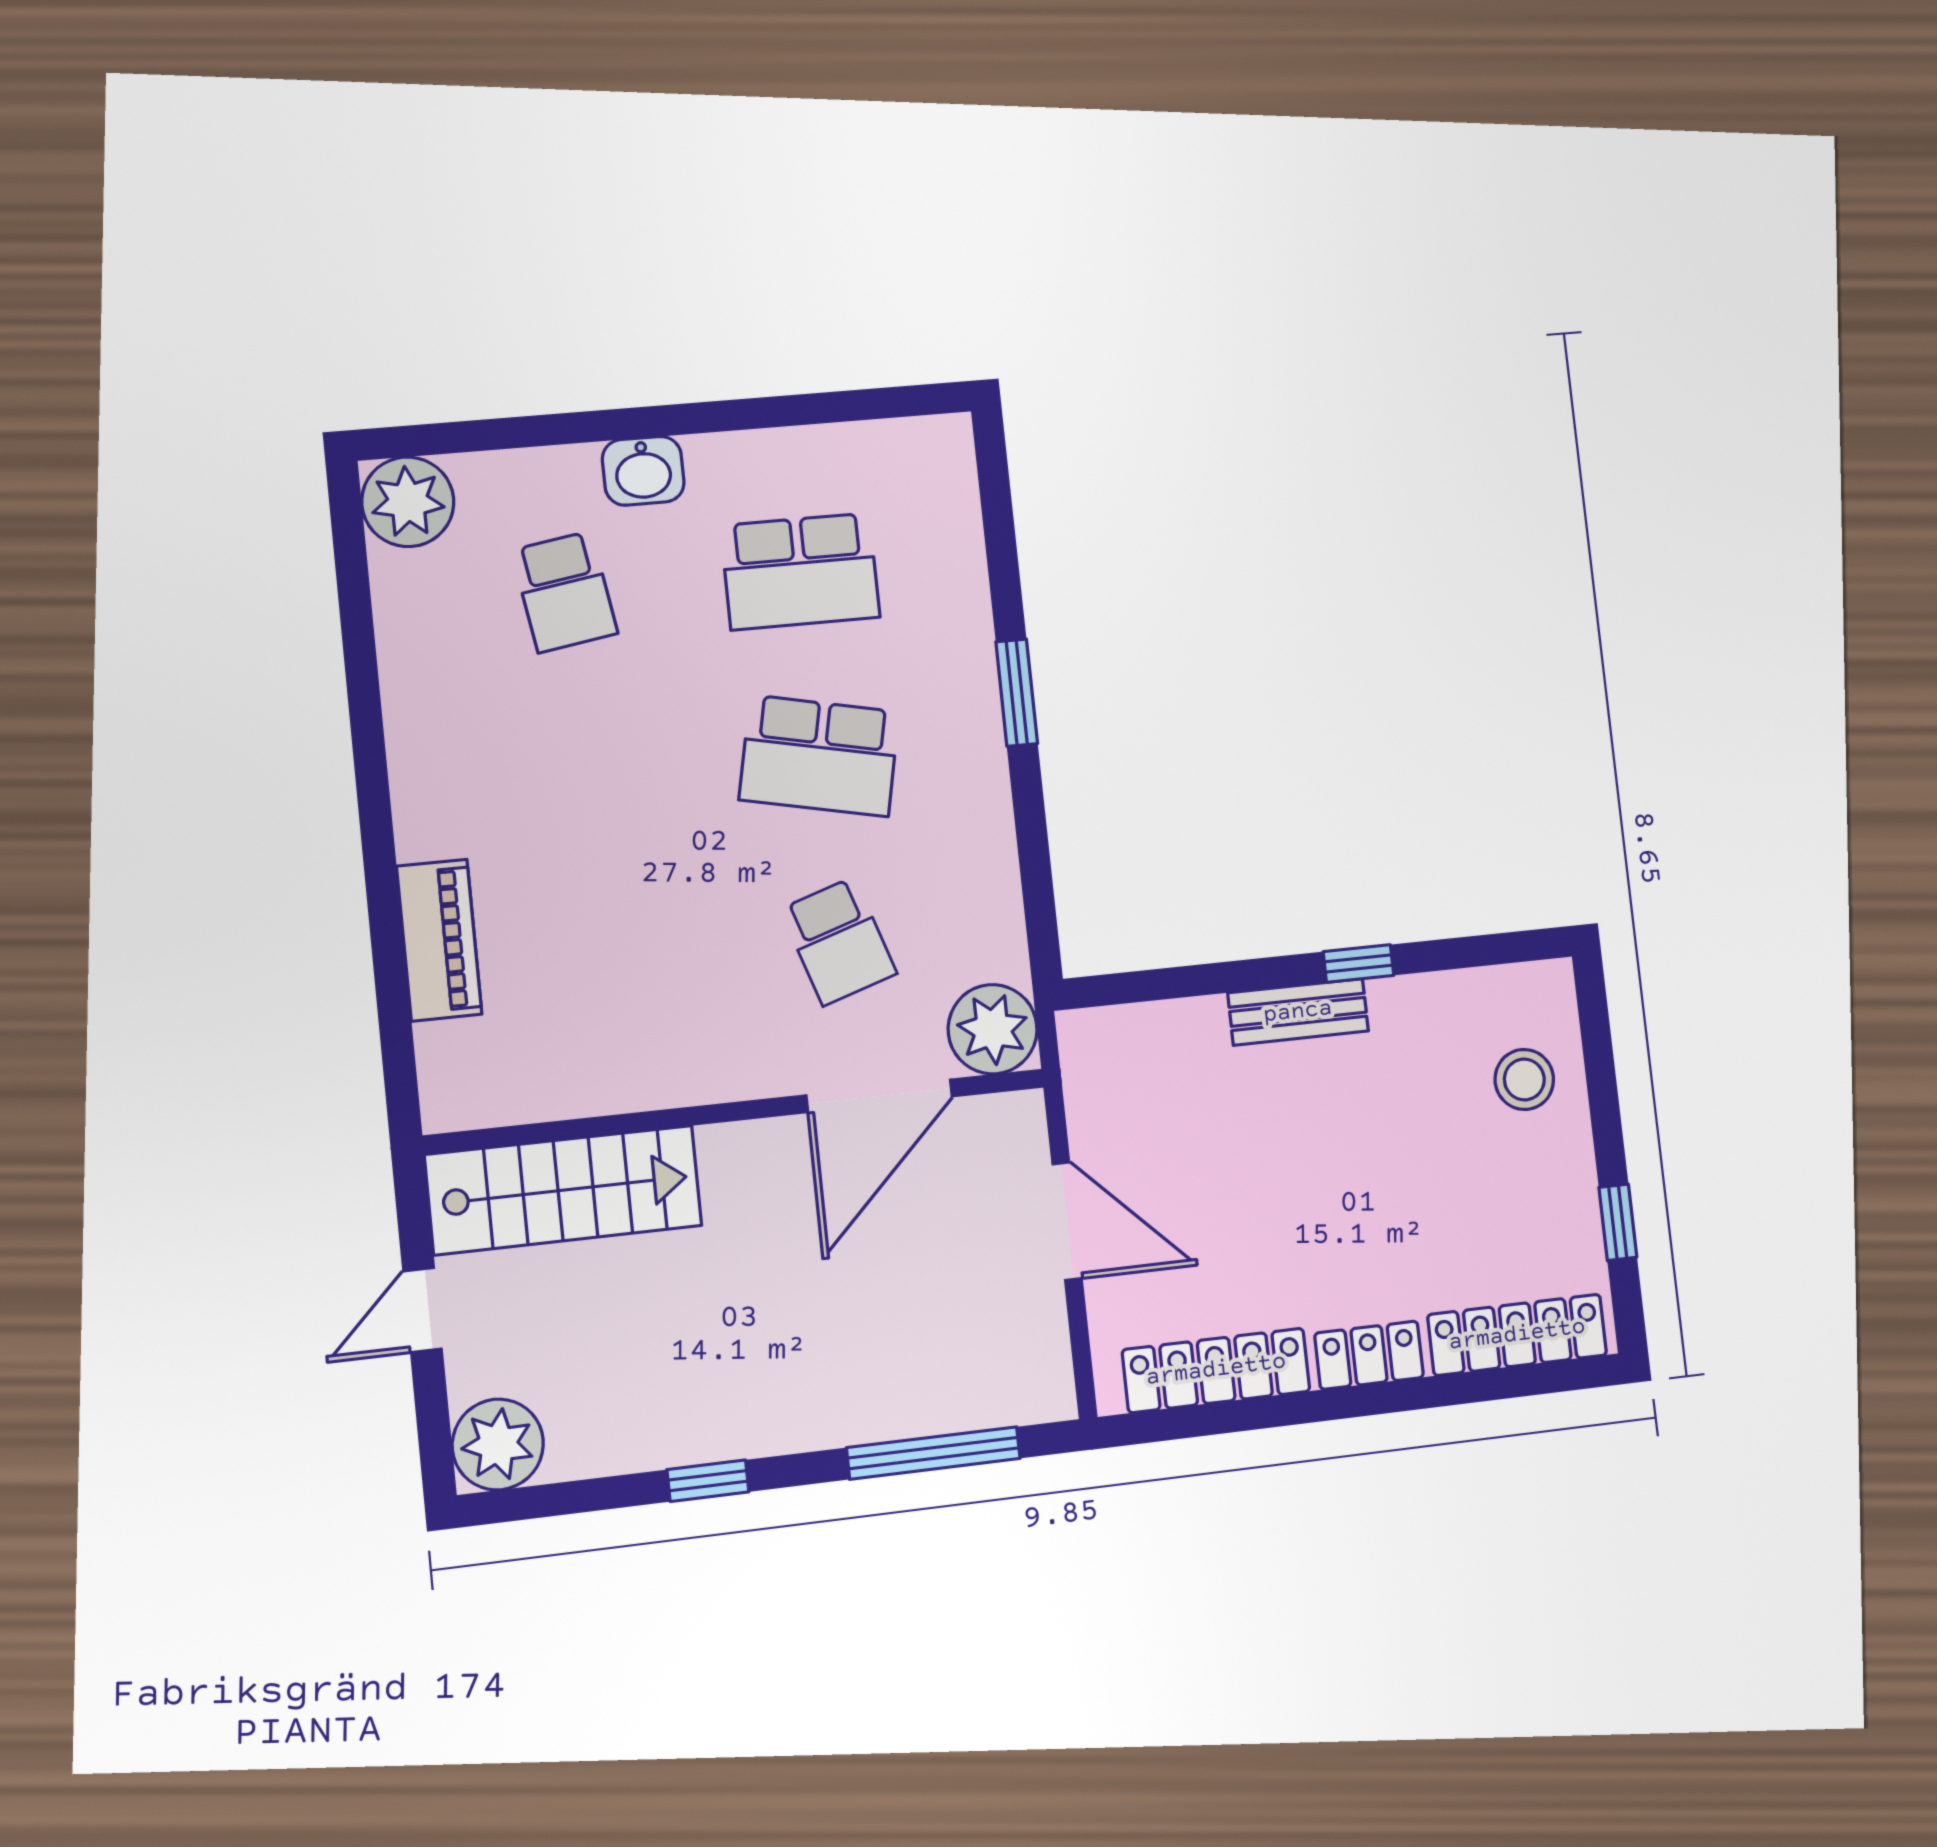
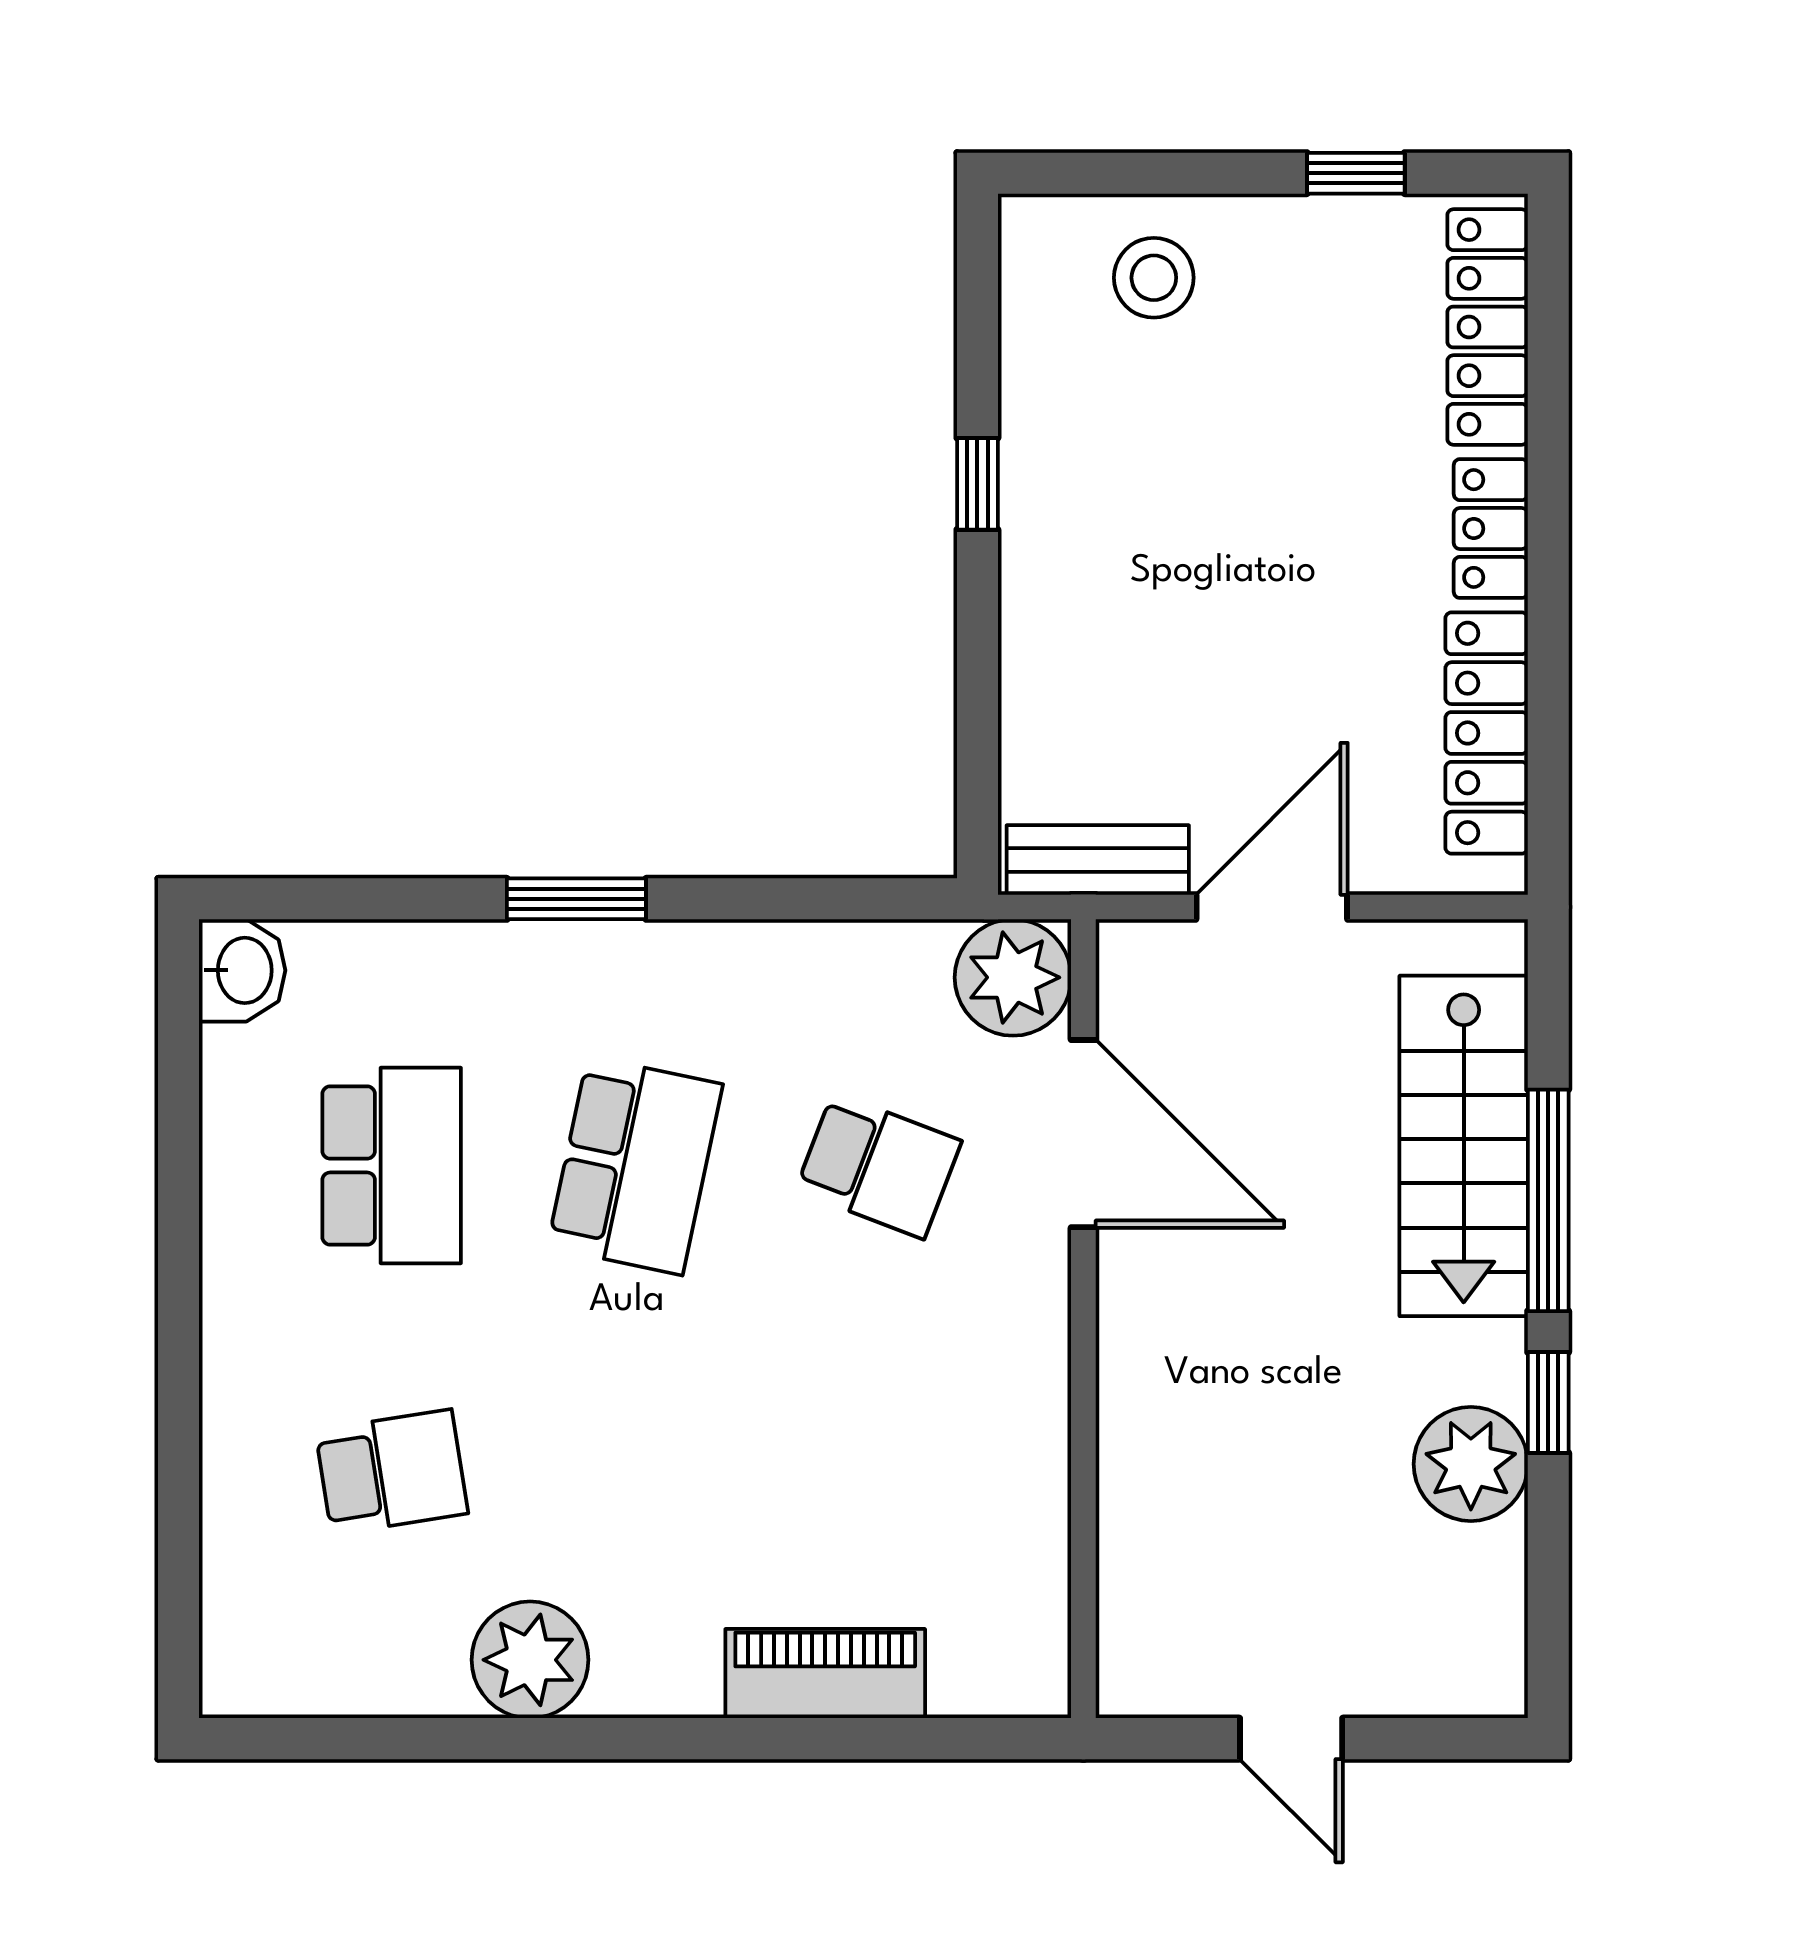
washbasin: (643, 471) -> (242, 970), moved
plant: (408, 502) -> (530, 1660), moved
school desk: (839, 941) -> (879, 1166), turned 39
bench: (1298, 1012) -> (1098, 860), moved, turned 90
stairs: (564, 1190) -> (1464, 1146), moved, turned 180
plant: (498, 1445) -> (1471, 1464), moved
window: (933, 1453) -> (1548, 1200), moved

